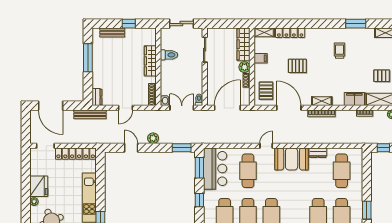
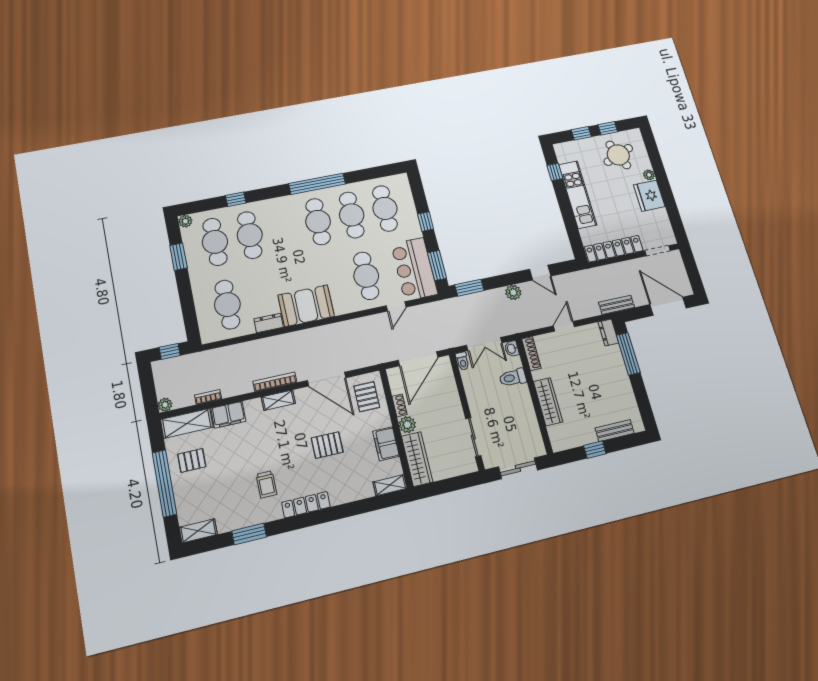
locker: (290, 33) -> (306, 505), moved
toilet: (169, 55) -> (513, 378), moved
window: (88, 58) -> (628, 354), moved
filing cabinet: (261, 58) -> (386, 444), width x2.00
bench: (90, 114) -> (617, 305), width x0.73
door: (266, 146) -> (396, 306), moved

